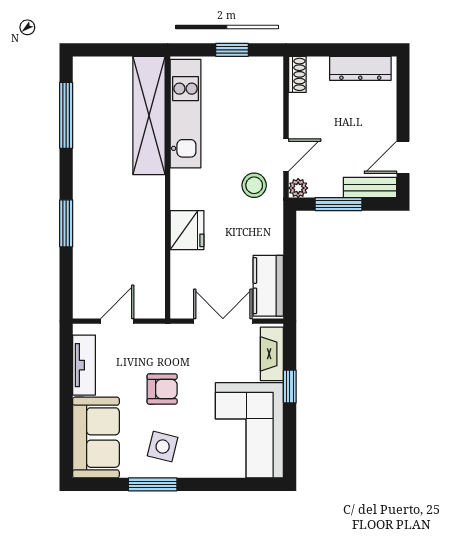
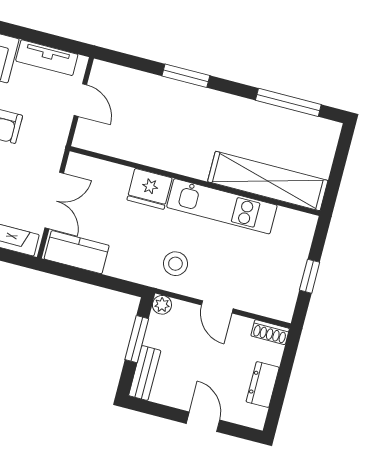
dresser: (360, 68) -> (263, 385), width x0.70
kitchen unit: (186, 114) -> (222, 206), moved
door: (286, 155) -> (217, 307), moved
door: (403, 157) -> (203, 422), moved

